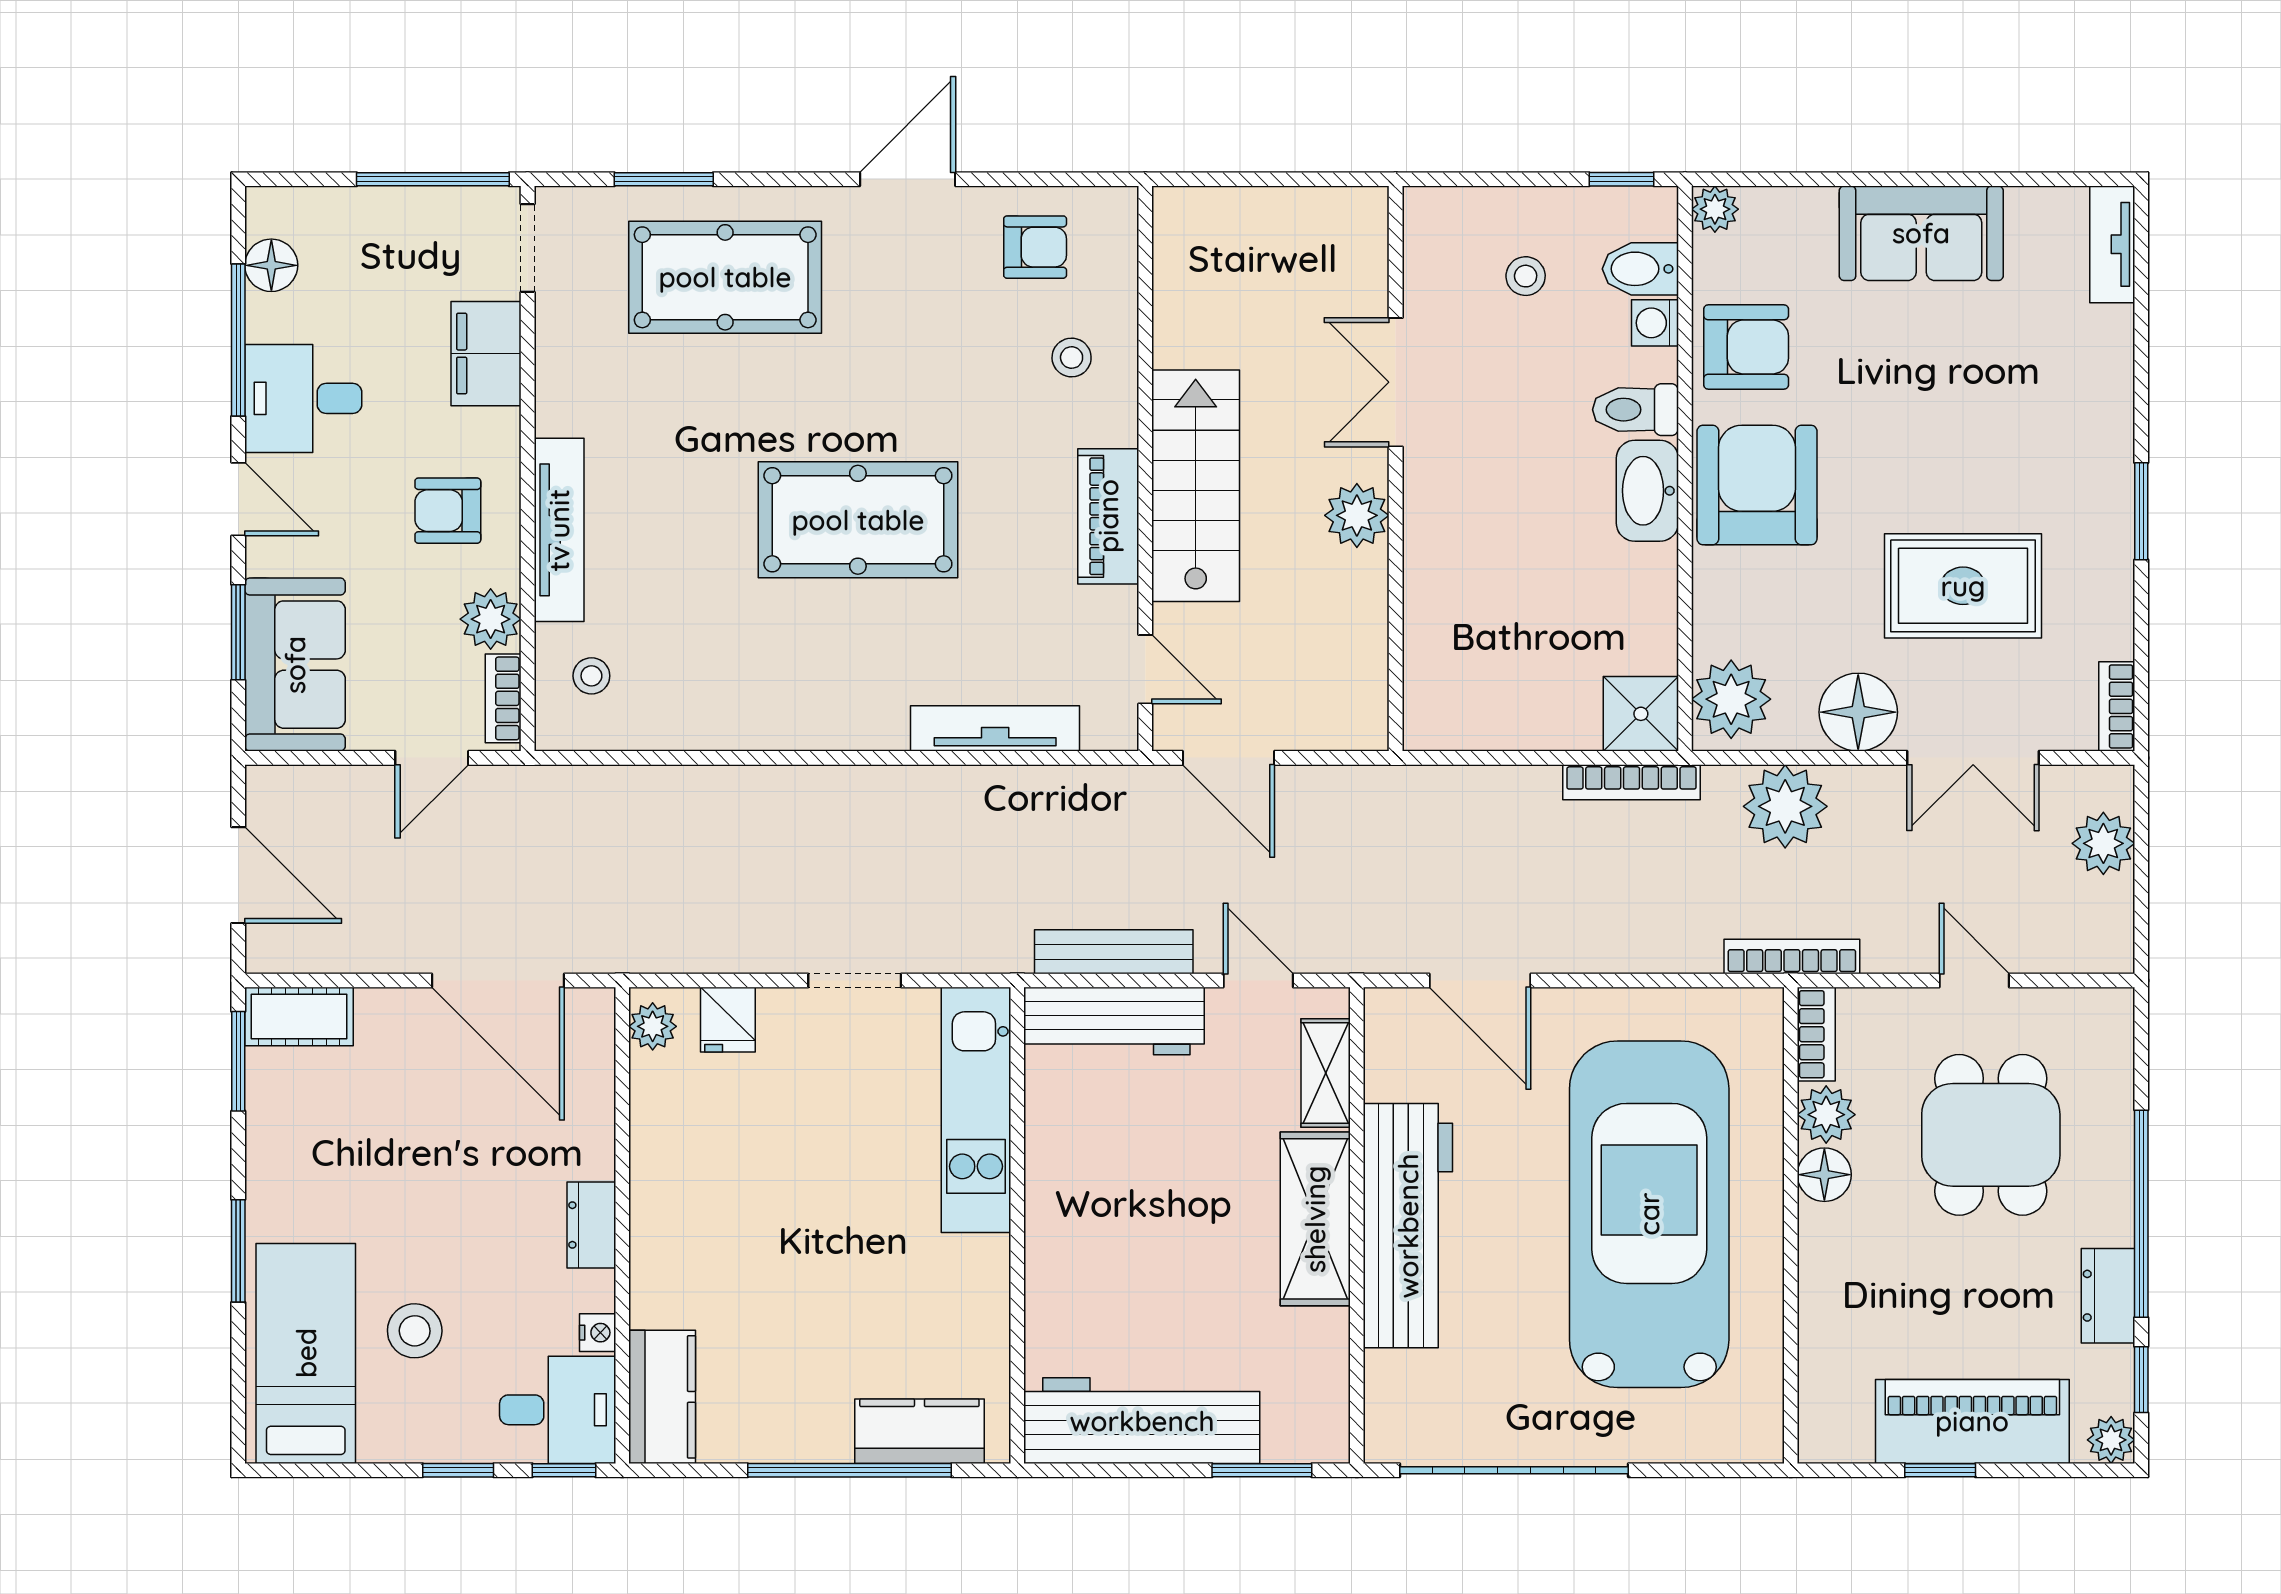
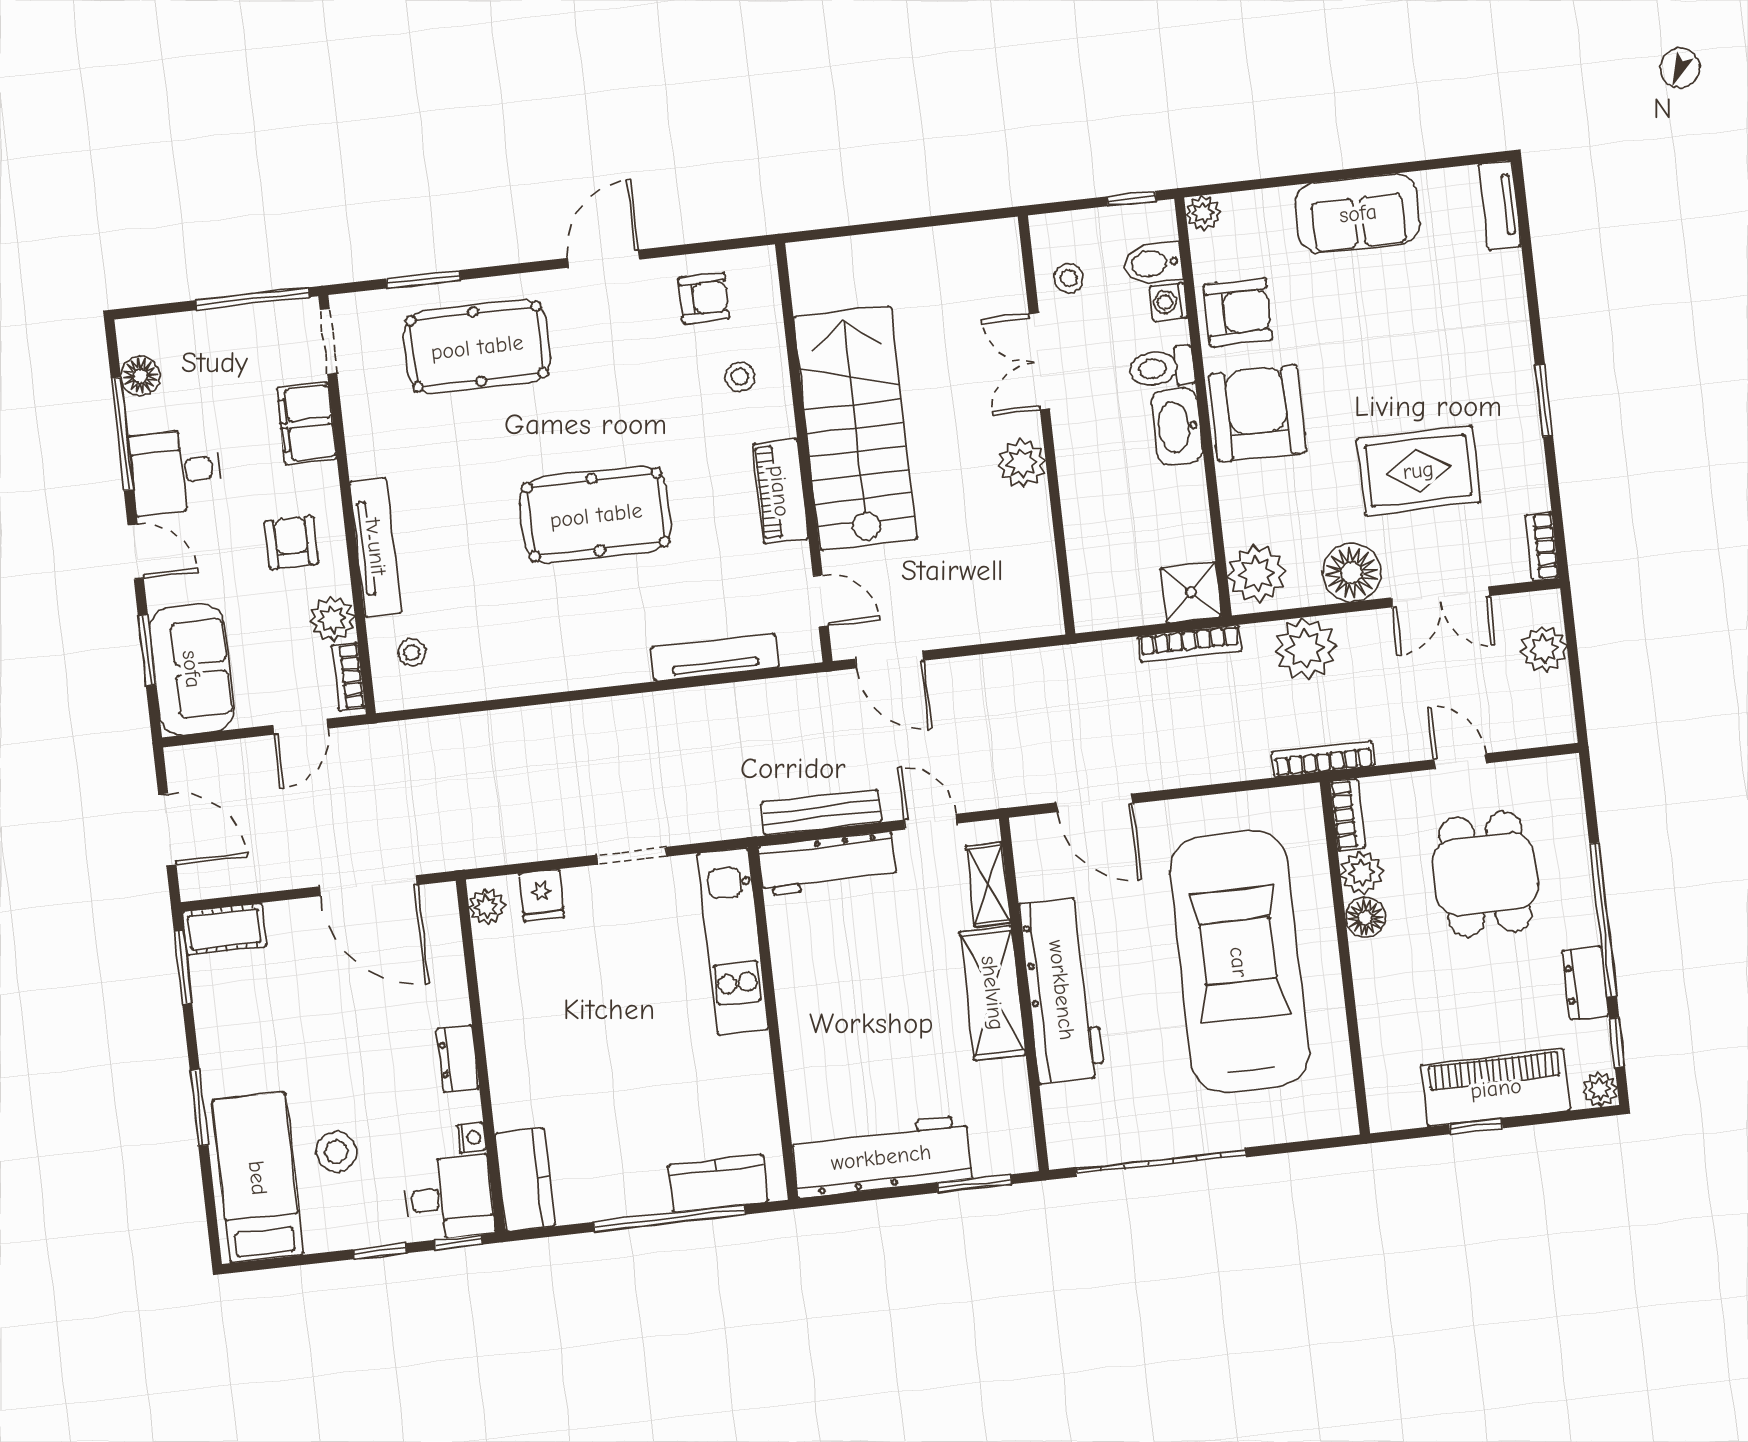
double door: (1396, 382) -> (1039, 361), moved
wall: (1396, 469) -> (1047, 425), moved
stairs: (1196, 486) -> (855, 428), width x1.36, depth x1.51
armchair: (448, 511) -> (292, 542), turned 90
plant: (1357, 515) -> (1022, 463), moved

